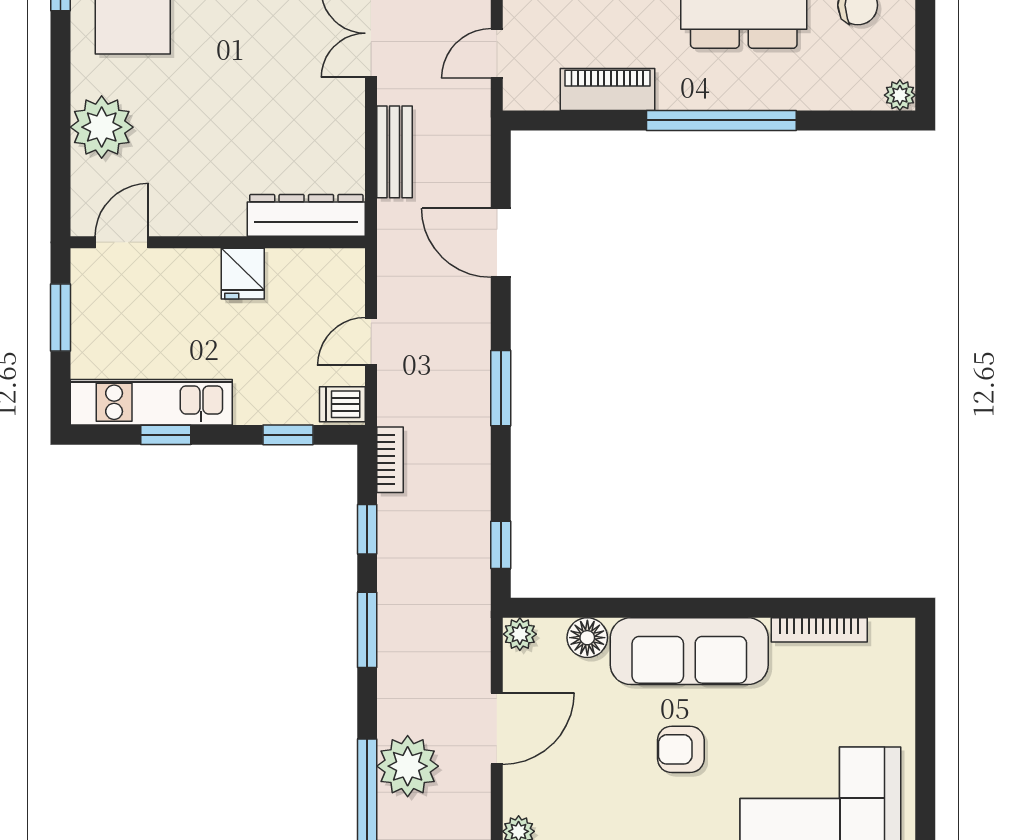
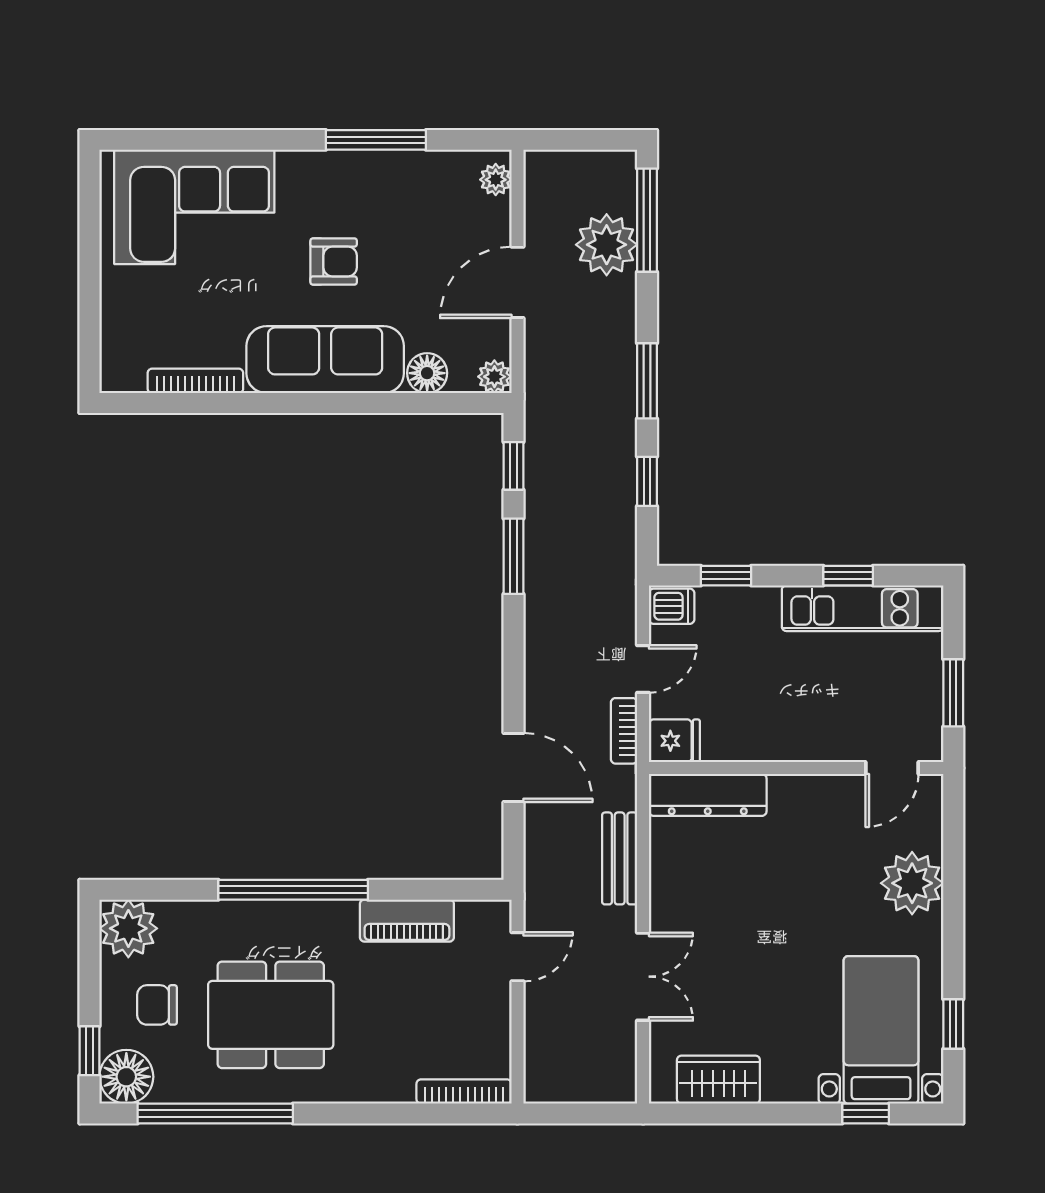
plant: (900, 95) -> (128, 928), width x1.88, depth x1.88
fridge: (243, 274) -> (674, 741), moved, turned 90
window: (501, 388) -> (514, 556), moved
bookcase: (390, 460) -> (624, 731), moved

